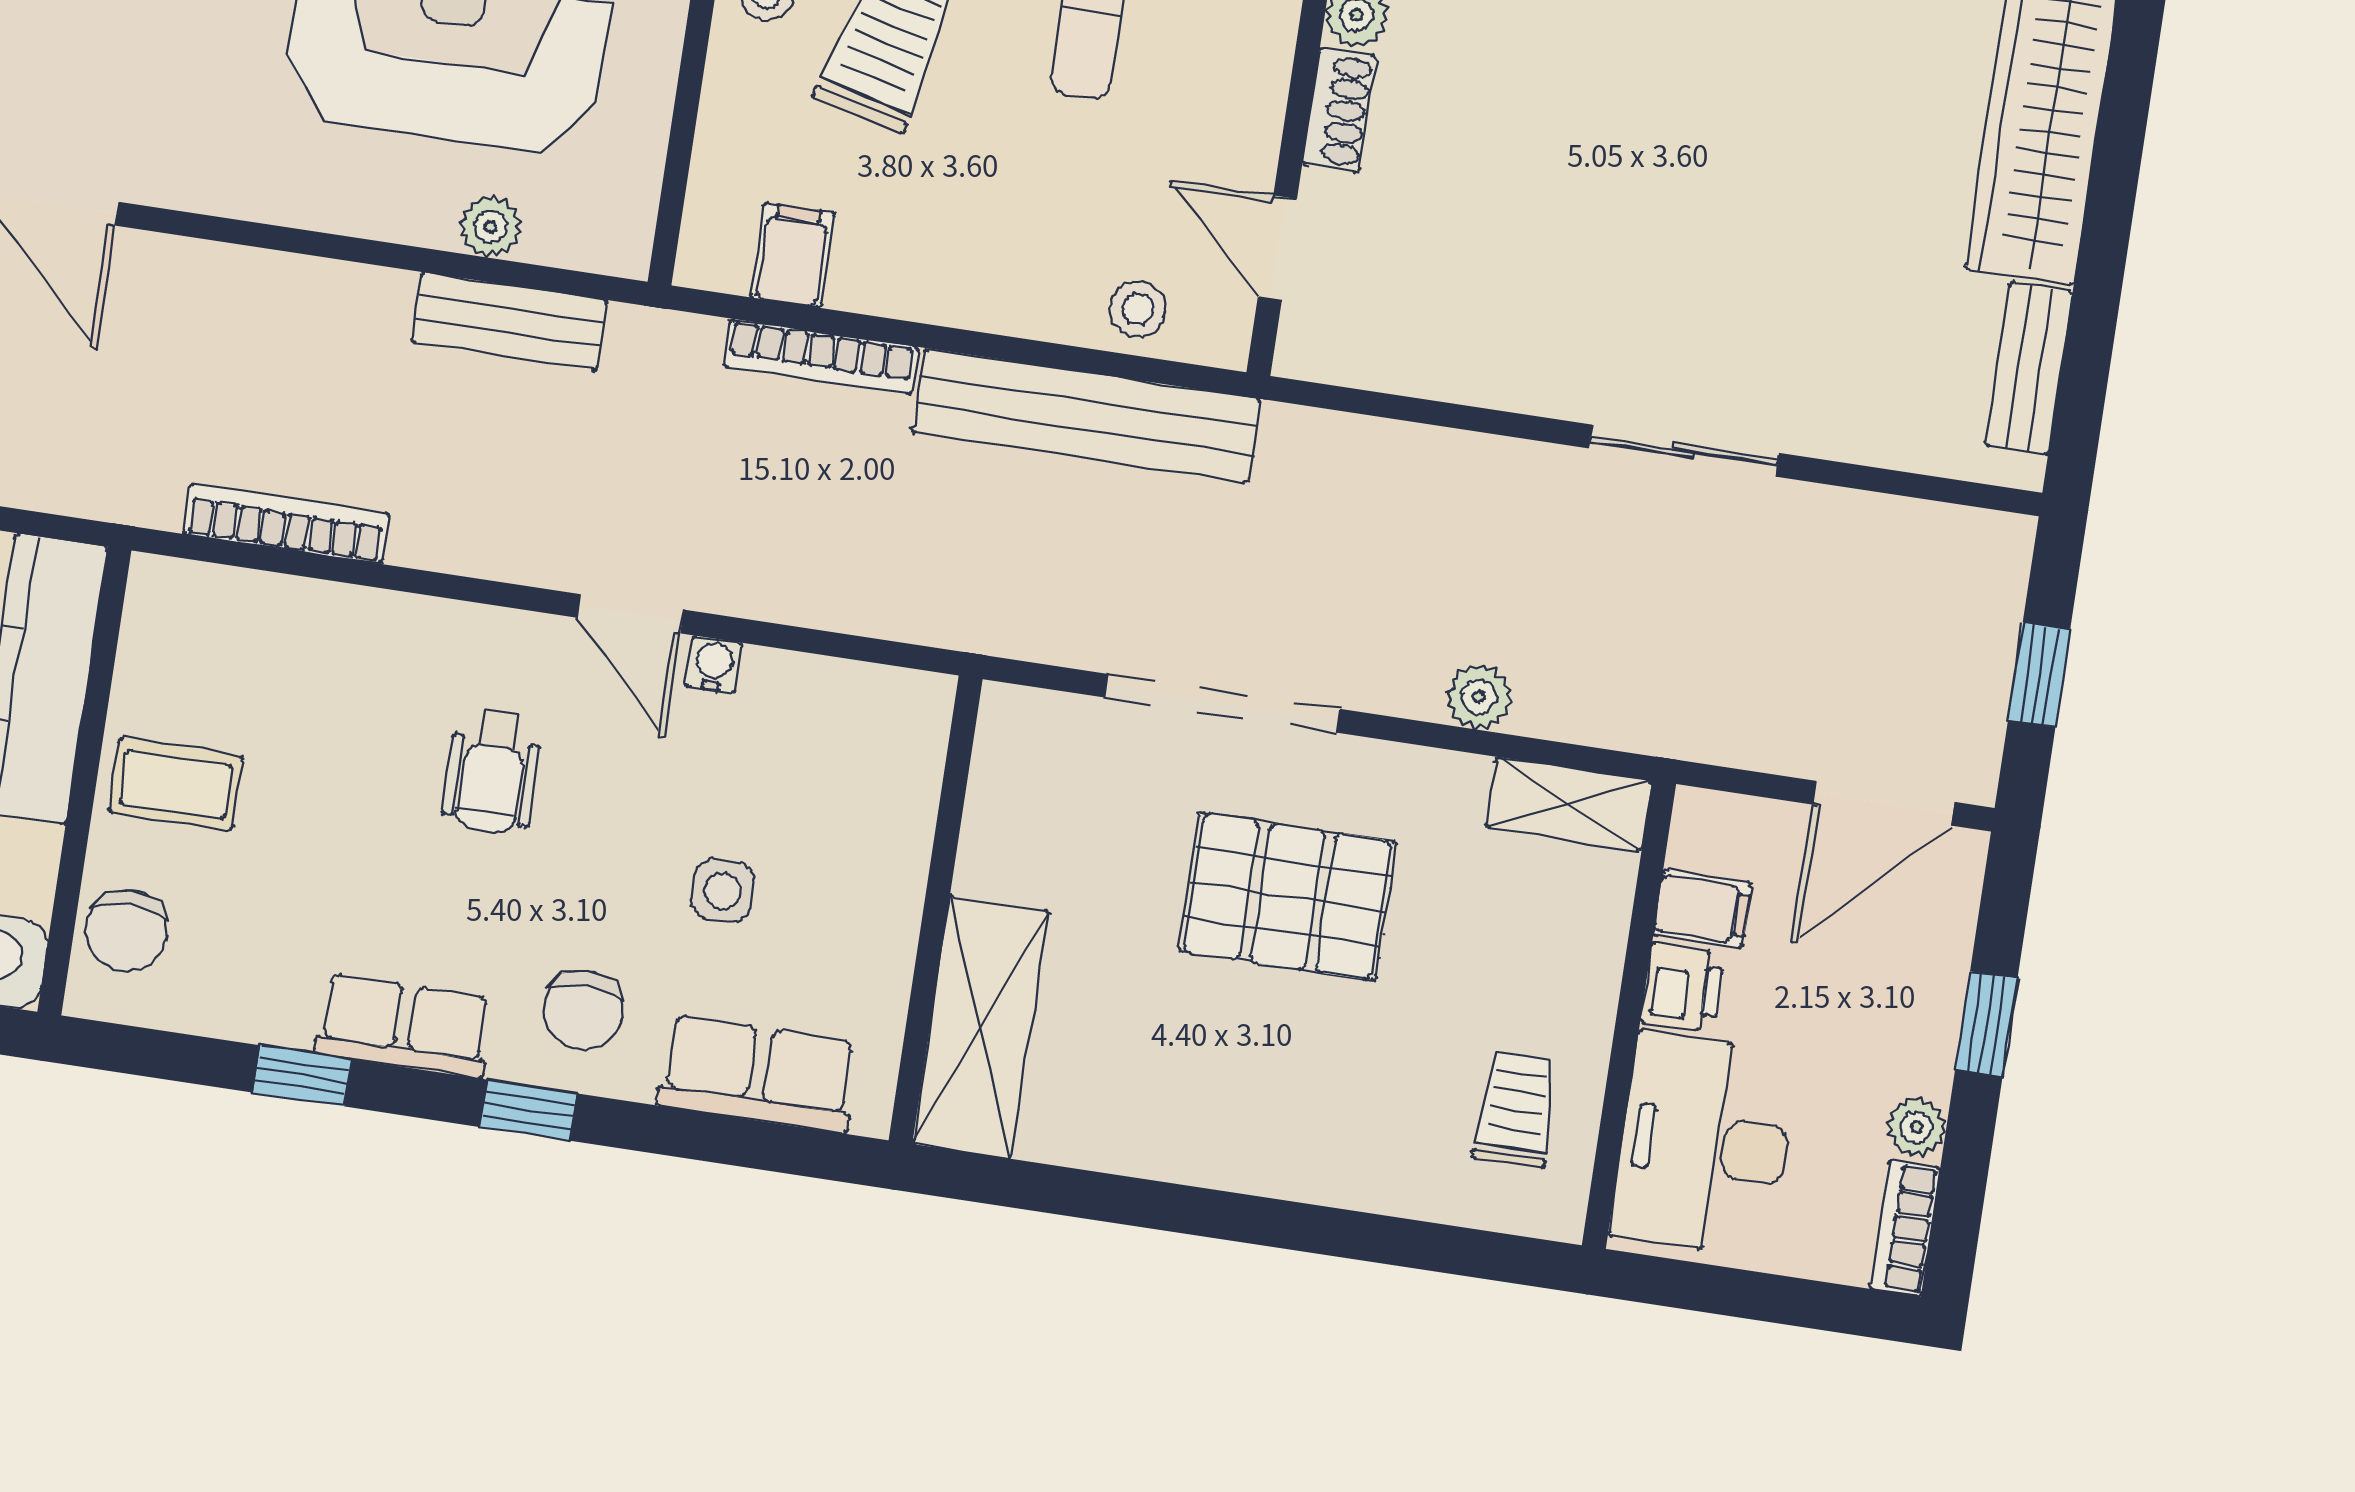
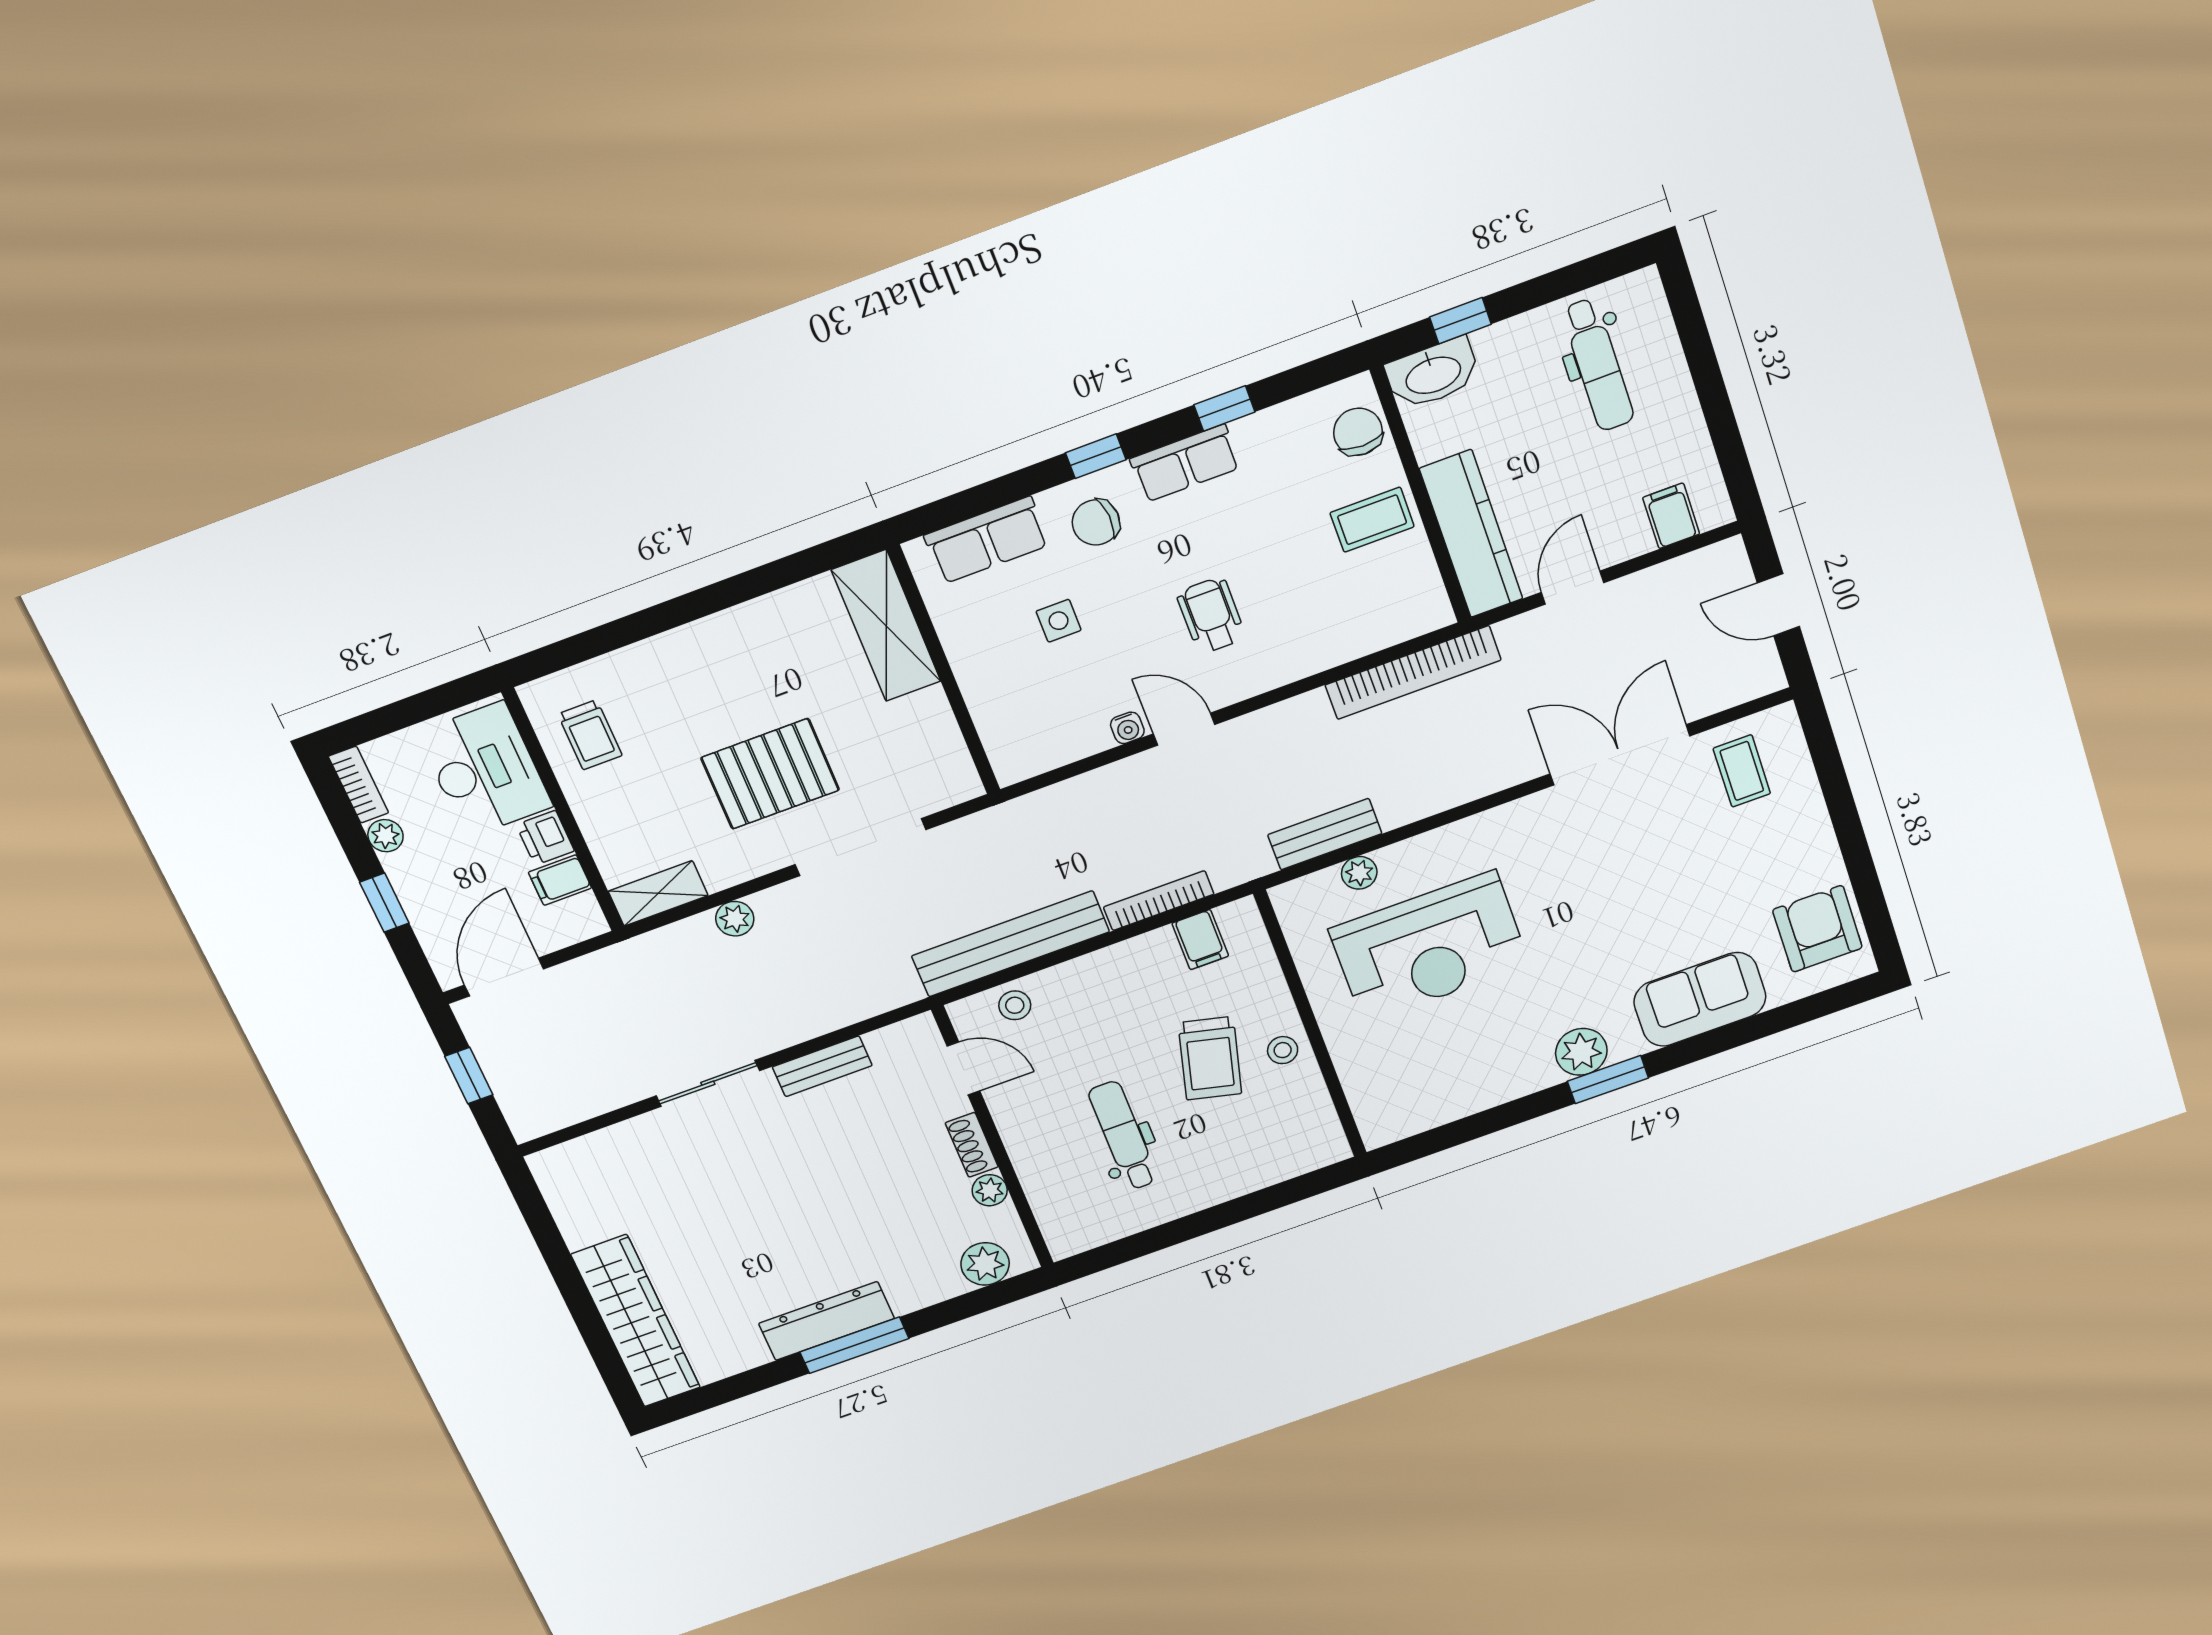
bench: (2029, 369) -> (822, 1066), moved, turned 90
bookcase: (286, 523) -> (1413, 673), width x1.48, depth x1.31
chair: (583, 1010) -> (1096, 522), turned -94

